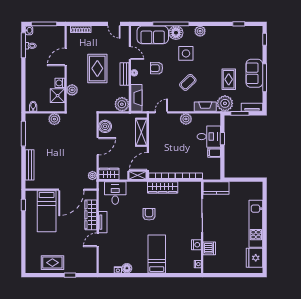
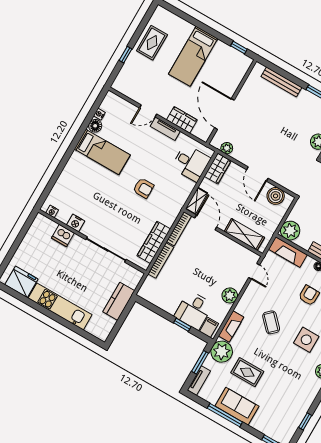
filing cabinet: (214, 153) -> (209, 327), moved
wardrobe: (163, 187) -> (154, 242), moved
kitchen counter: (216, 188) -> (119, 301), moved
bed: (47, 211) -> (193, 56), moved, turned -90
wardrobe: (91, 215) -> (182, 120), width x0.67
door: (98, 240) -> (148, 111), swing flipped
bed: (157, 254) -> (102, 152), moved

